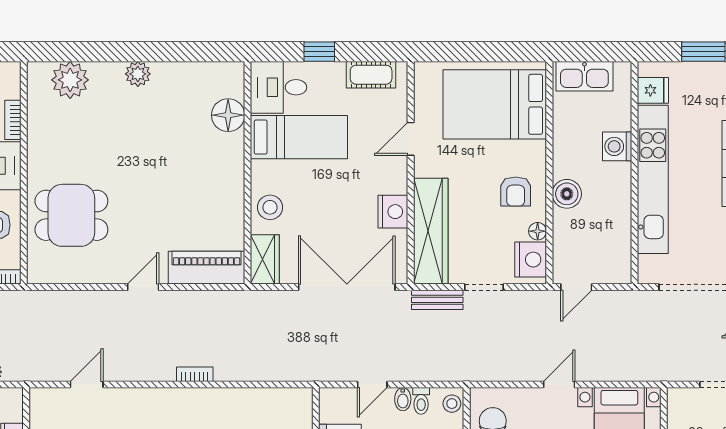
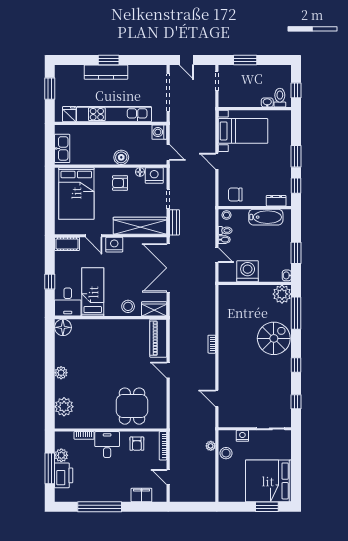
cot: (371, 75) -> (67, 244), moved, turned 90
floor lamp: (228, 115) -> (63, 327), moved
washing machine: (617, 146) -> (159, 132), moved, turned 90
armchair: (516, 191) -> (120, 183), turned 180
nightstand: (393, 212) -> (114, 245), moved

